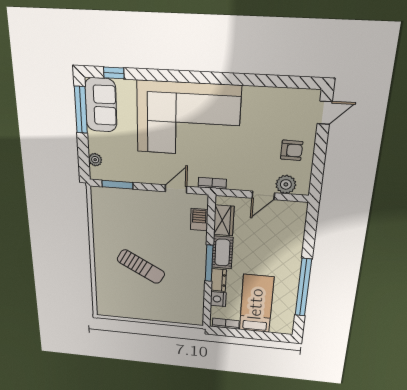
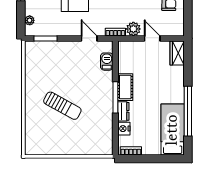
plant: (286, 184) -> (133, 29), moved
door: (176, 189) -> (89, 38), hinge flipped
door: (263, 195) -> (152, 38), swing flipped
wardrobe: (224, 220) -> (177, 53), moved, turned 180
bed: (256, 304) -> (173, 130), moved

